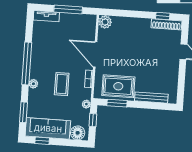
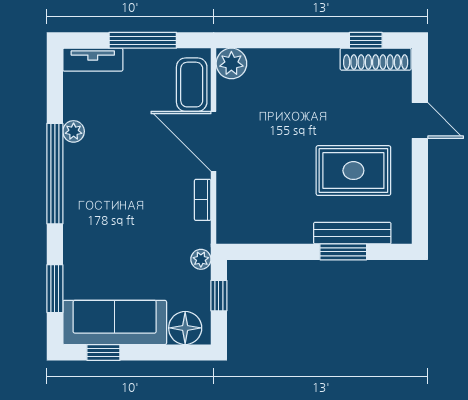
plant: (33, 84) -> (74, 131), moved
coffee table: (62, 84) -> (192, 85), moved
rug: (118, 86) -> (353, 171), moved
window: (117, 103) -> (343, 252), moved

